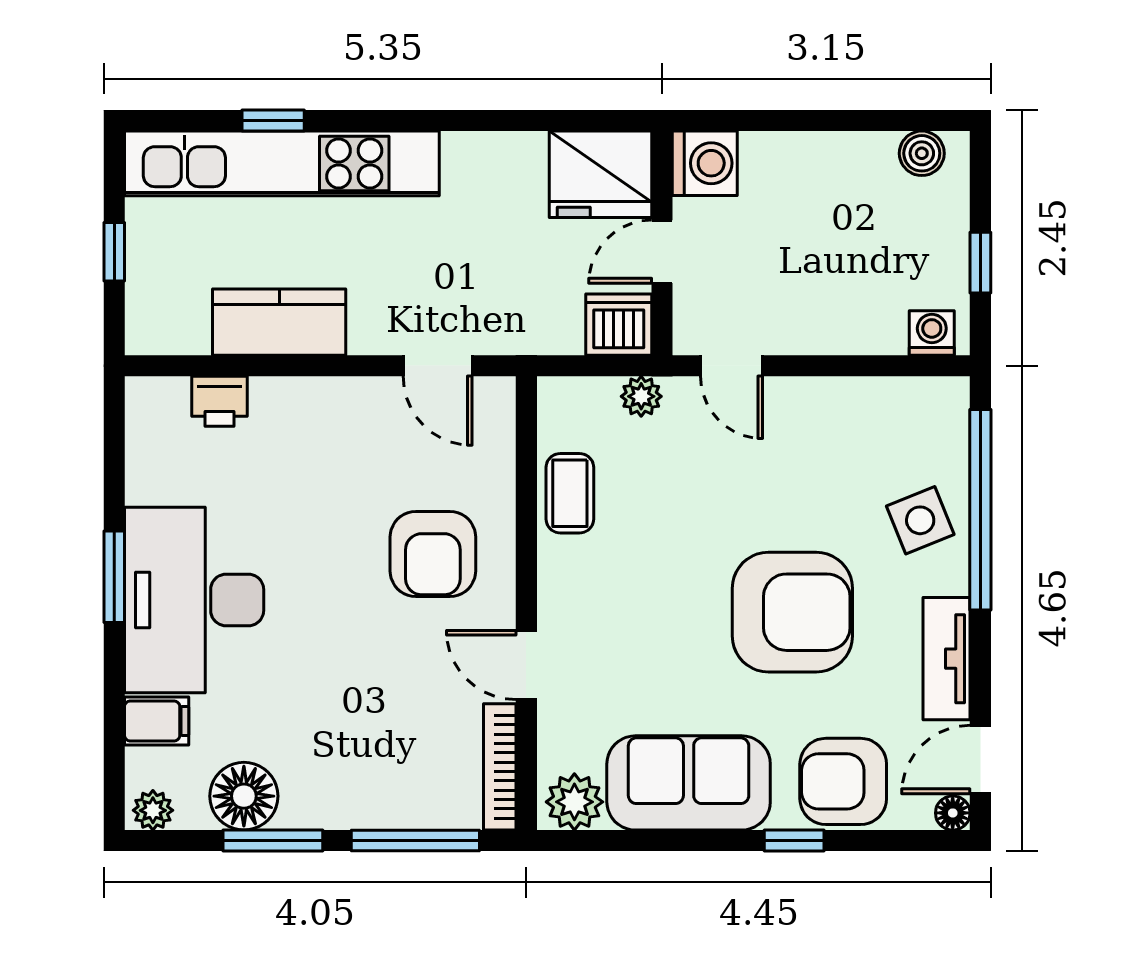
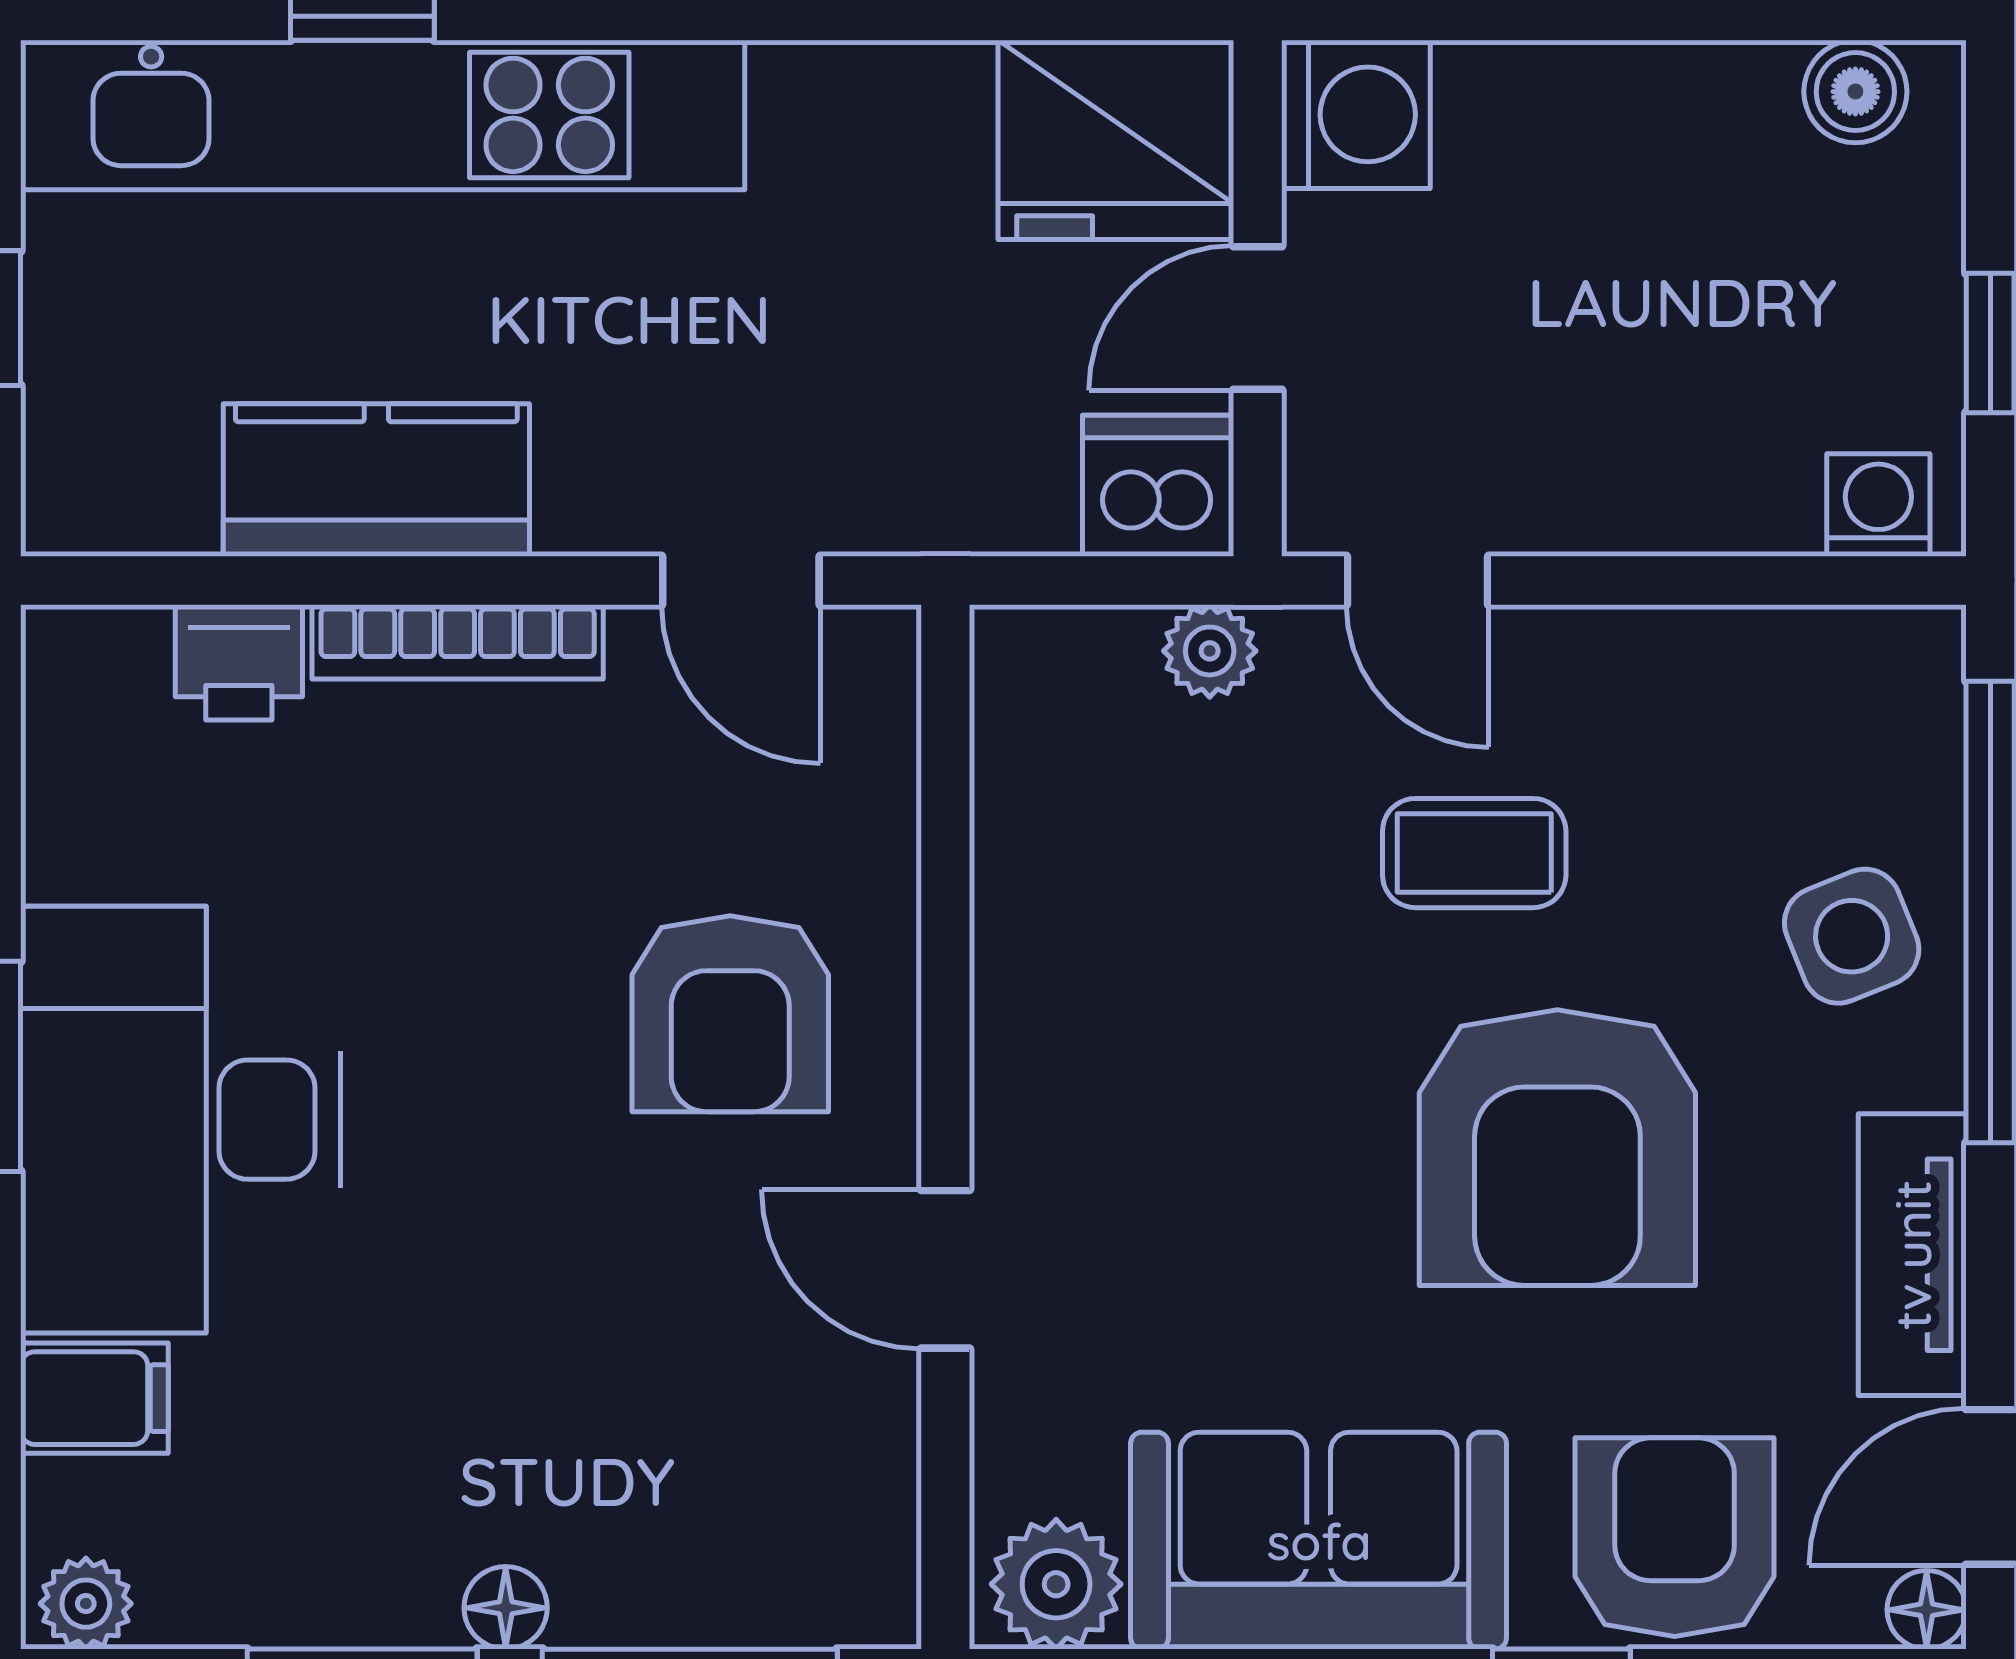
coffee table: (570, 493) -> (1474, 853), moved, turned 90
armchair: (792, 612) -> (1557, 1148), turned 90
bookcase: (500, 767) -> (458, 642), moved, turned -90
armchair: (843, 781) -> (1675, 1537), turned 90
floor lamp: (244, 796) -> (506, 1608), moved, width x0.53, depth x0.53

